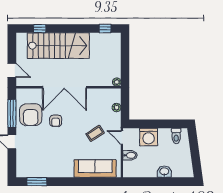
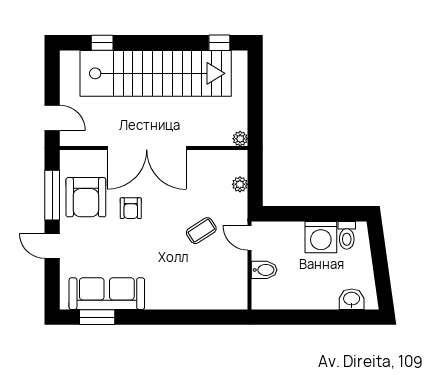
stairs: (58, 46) -> (156, 73), width x1.36
washing machine: (149, 137) -> (321, 237), moved
sofa: (95, 168) -> (107, 294), moved
washbasin: (164, 172) -> (352, 299), moved

